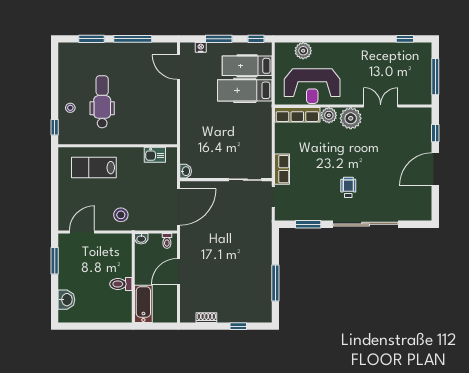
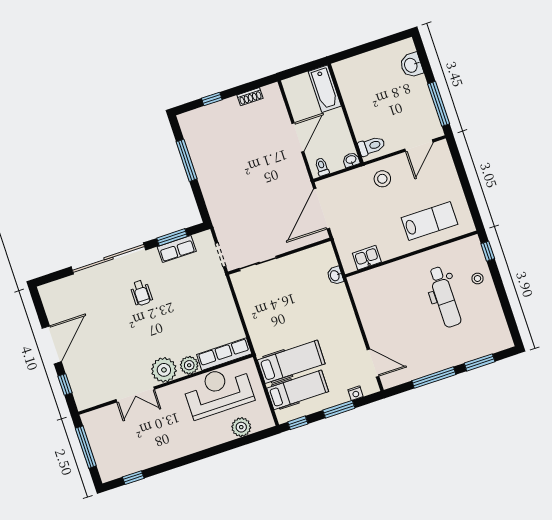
row of seats: (282, 169) -> (177, 249), moved, turned -90
washbasin: (186, 171) -> (335, 276), moved
window: (55, 261) -> (439, 104), width x1.44
toilet: (121, 284) -> (371, 146), moved

